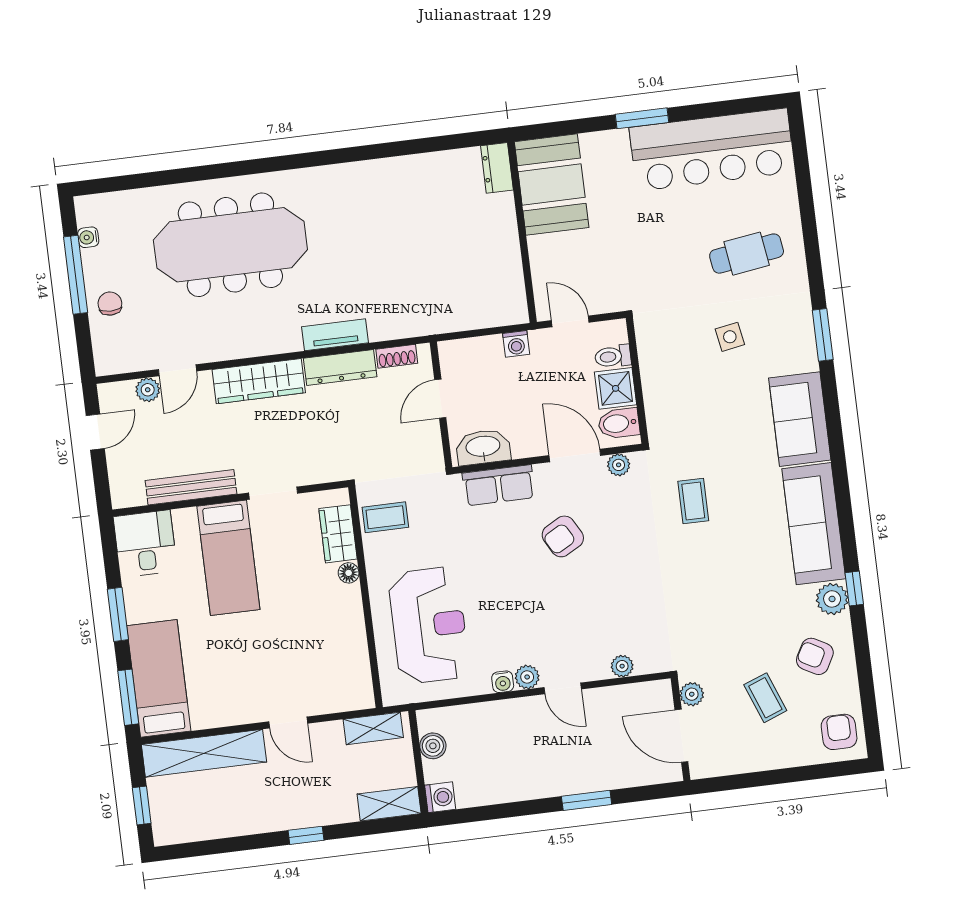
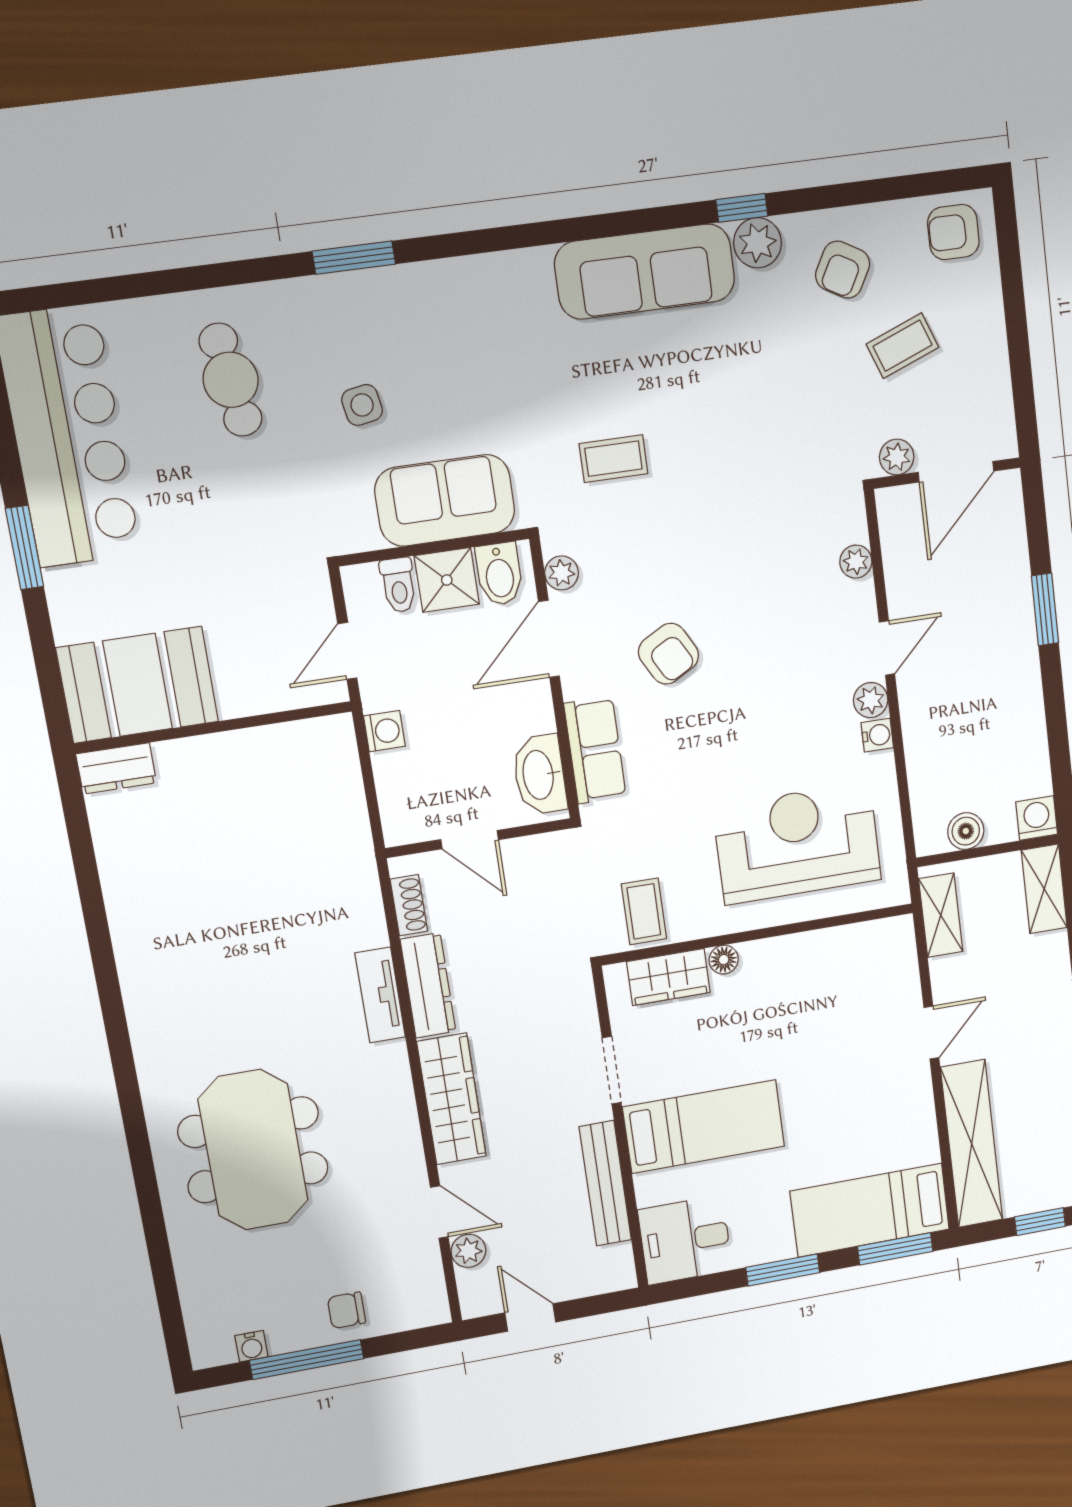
meeting table: (230, 245) -> (253, 1150), width x0.73
sofa: (800, 419) -> (445, 500), moved, turned 180

